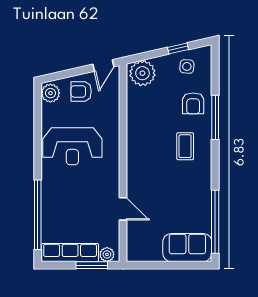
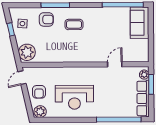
door: (103, 65) -> (22, 78), swing flipped
reception desk: (72, 146) -> (74, 97), turned 90

